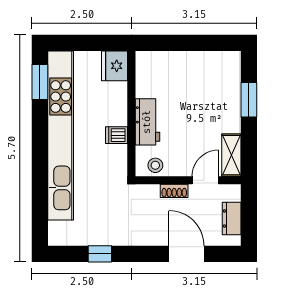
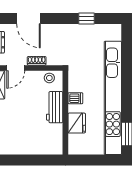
fridge: (115, 66) -> (77, 123), moved

